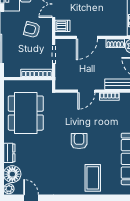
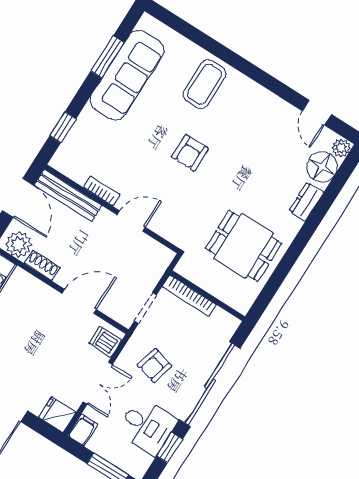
armchair: (32, 30) -> (155, 365), turned 91
dining table: (26, 113) -> (243, 246), width x0.73

